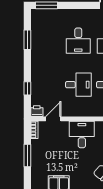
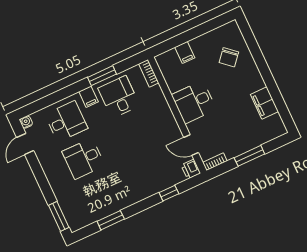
desk: (78, 41) -> (83, 159), turned 180
desk: (78, 85) -> (136, 134), removed

